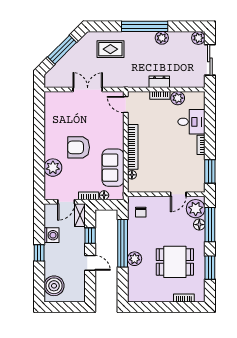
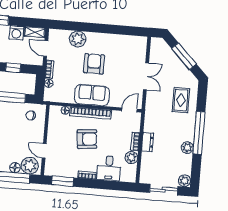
armchair: (161, 148) -> (87, 139), added
sofa: (113, 168) -> (92, 95), moved
shelving: (80, 215) -> (35, 32), moved

